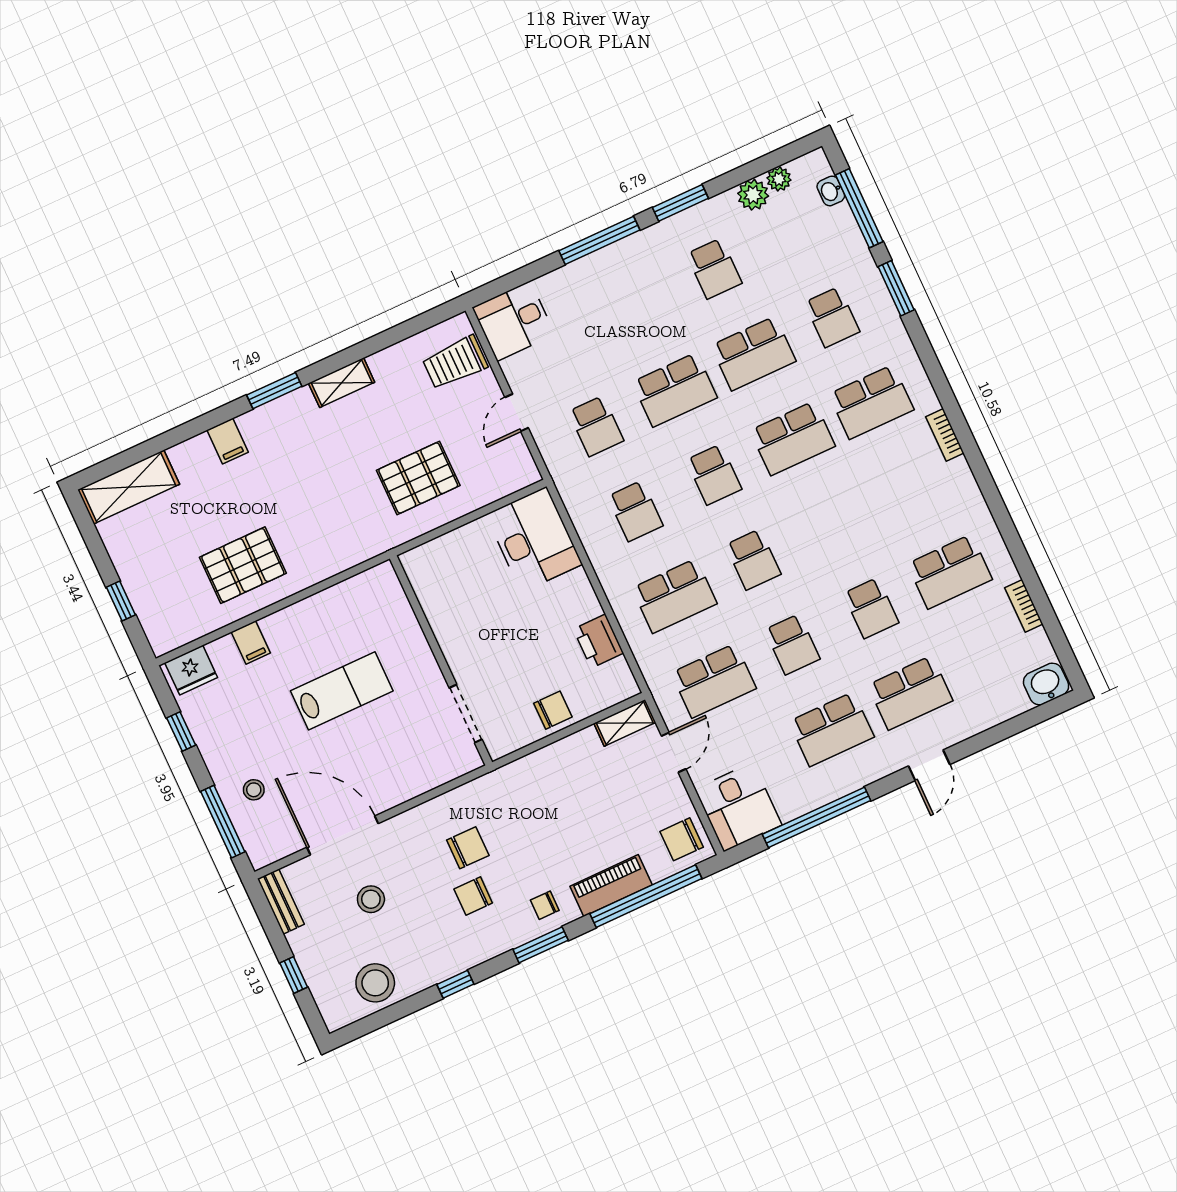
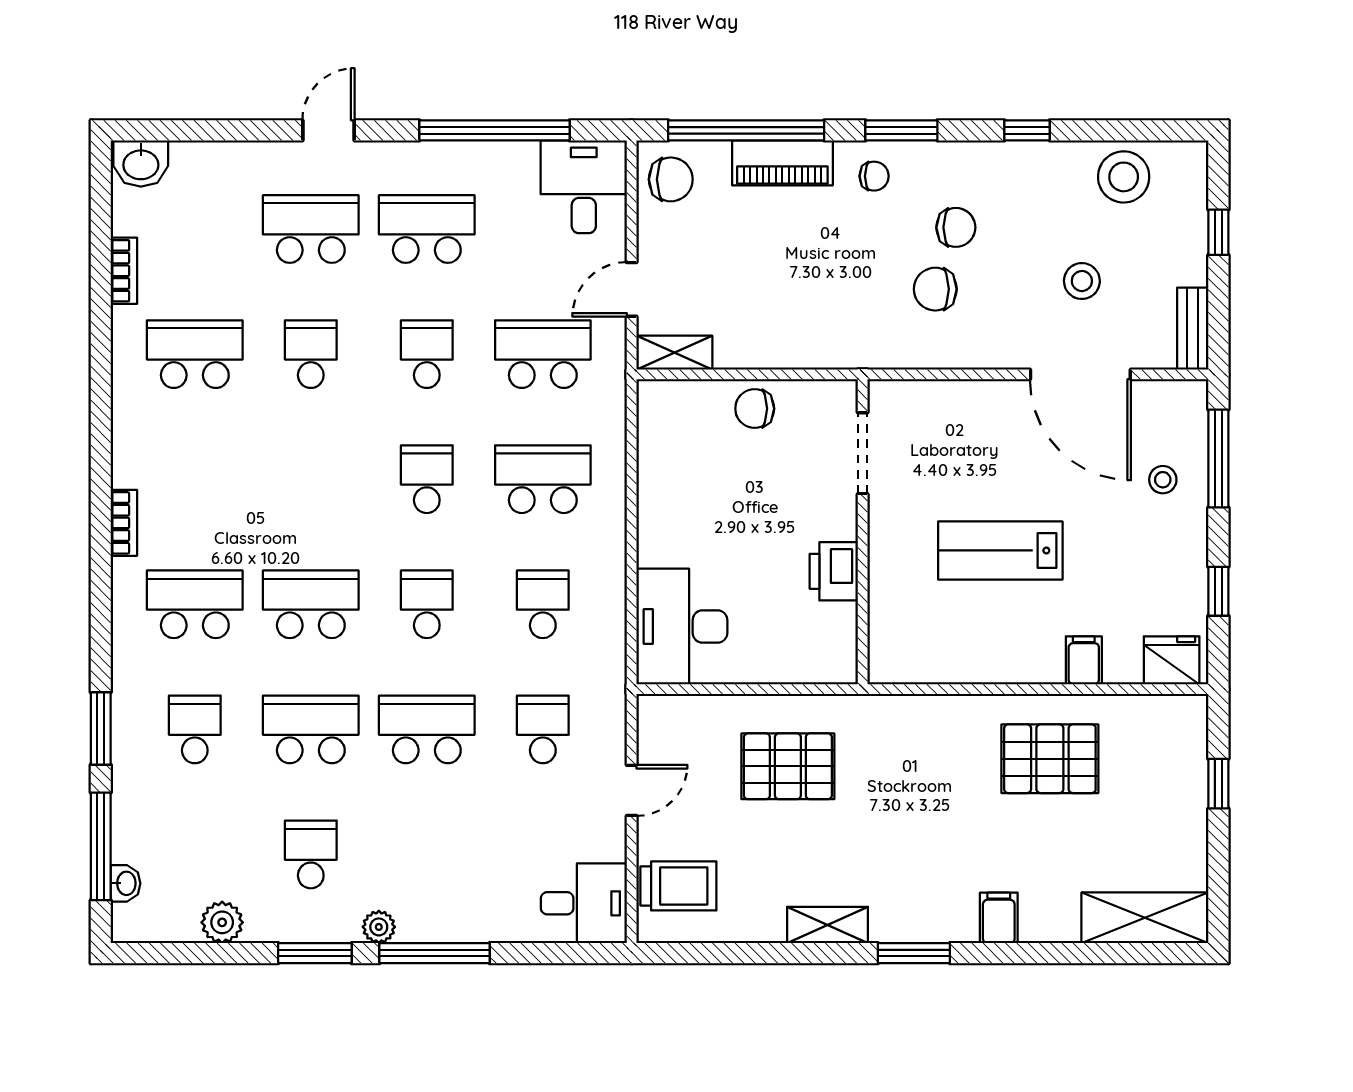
plant: (779, 179) -> (379, 927), moved
printer: (598, 641) -> (834, 571), moved, turned 180

